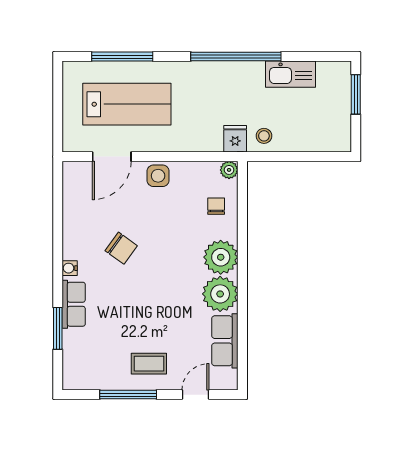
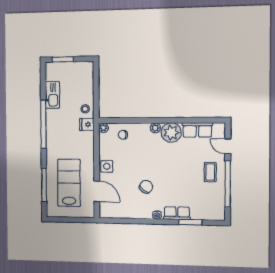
plant: (221, 257) -> (155, 128), width x0.53, depth x0.53
window: (128, 395) -> (228, 184), width x1.46

